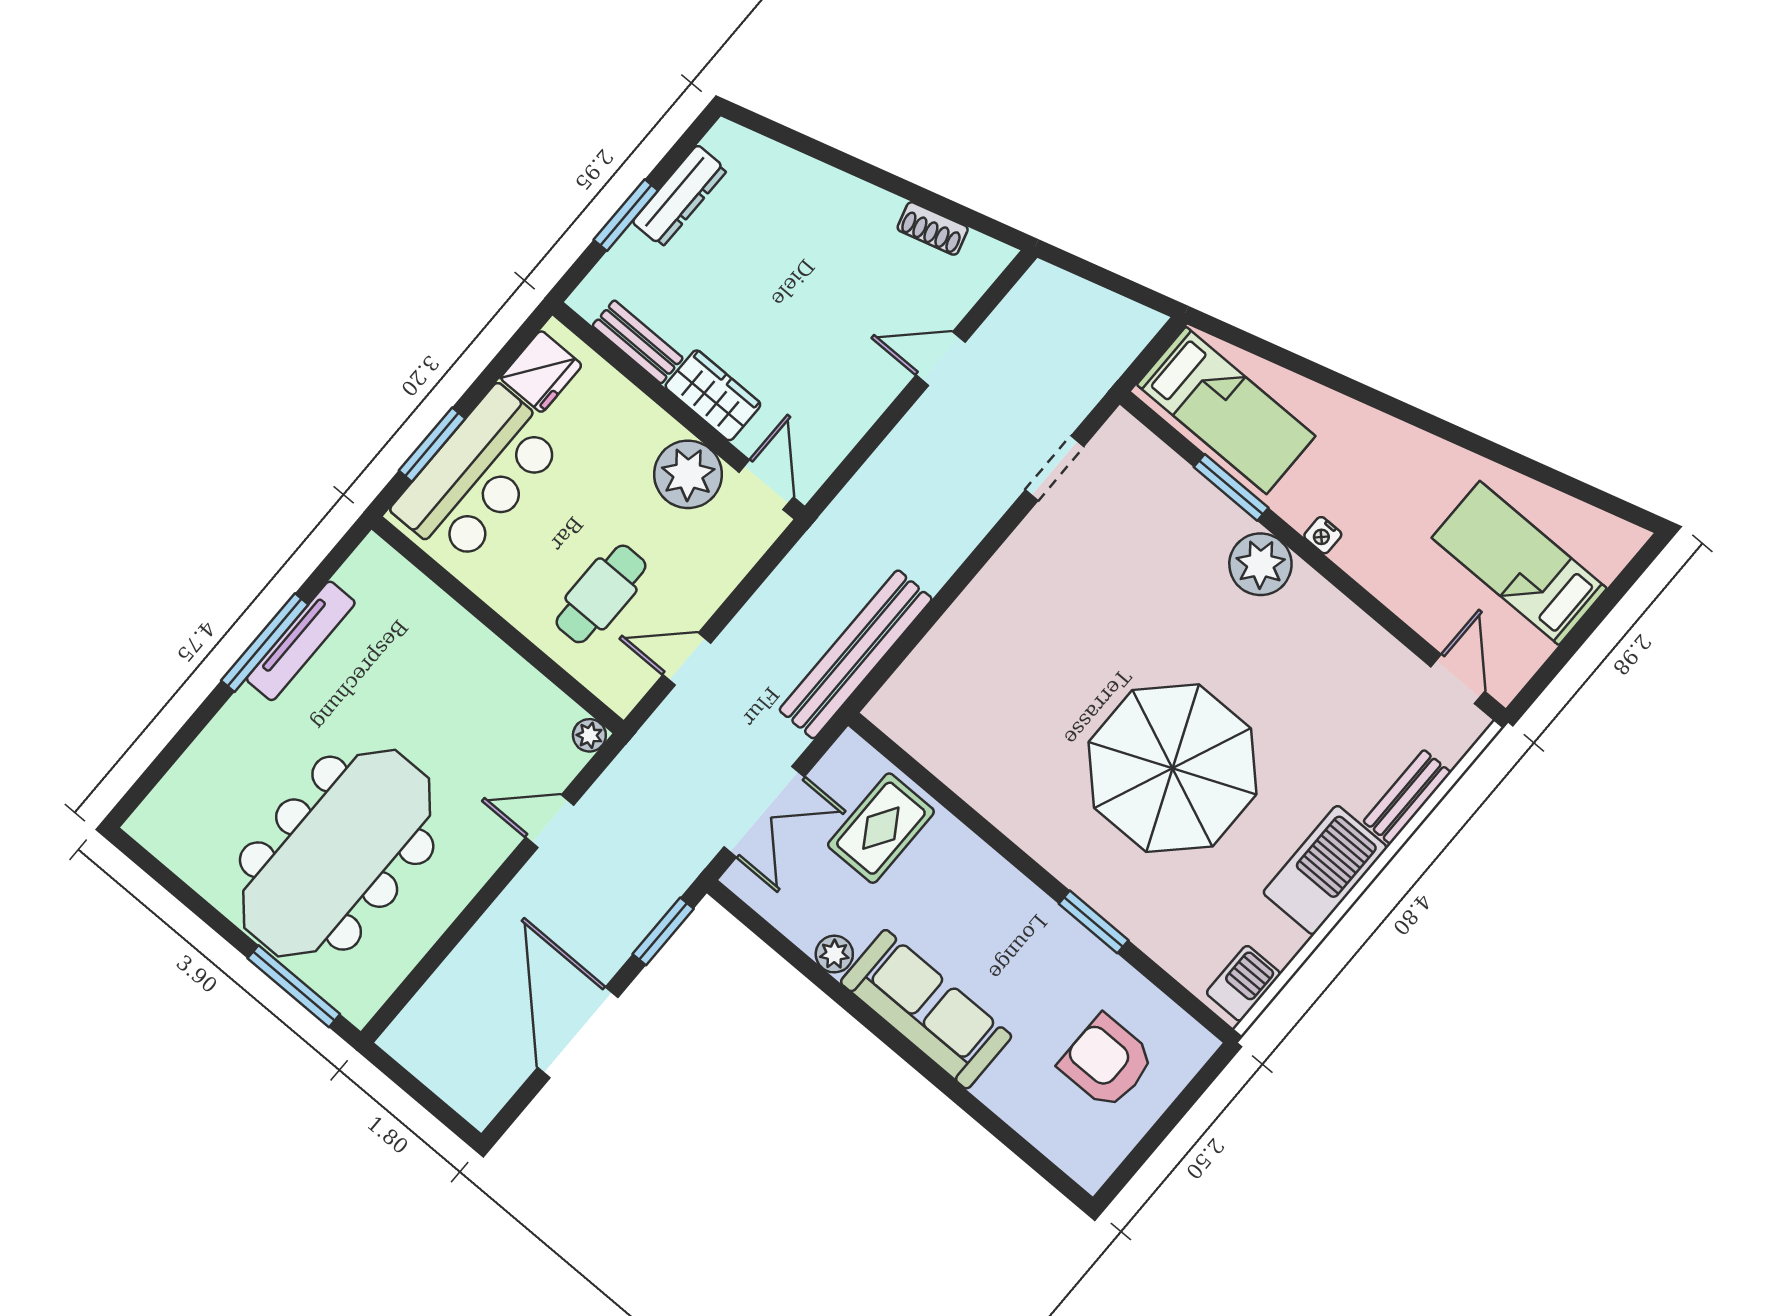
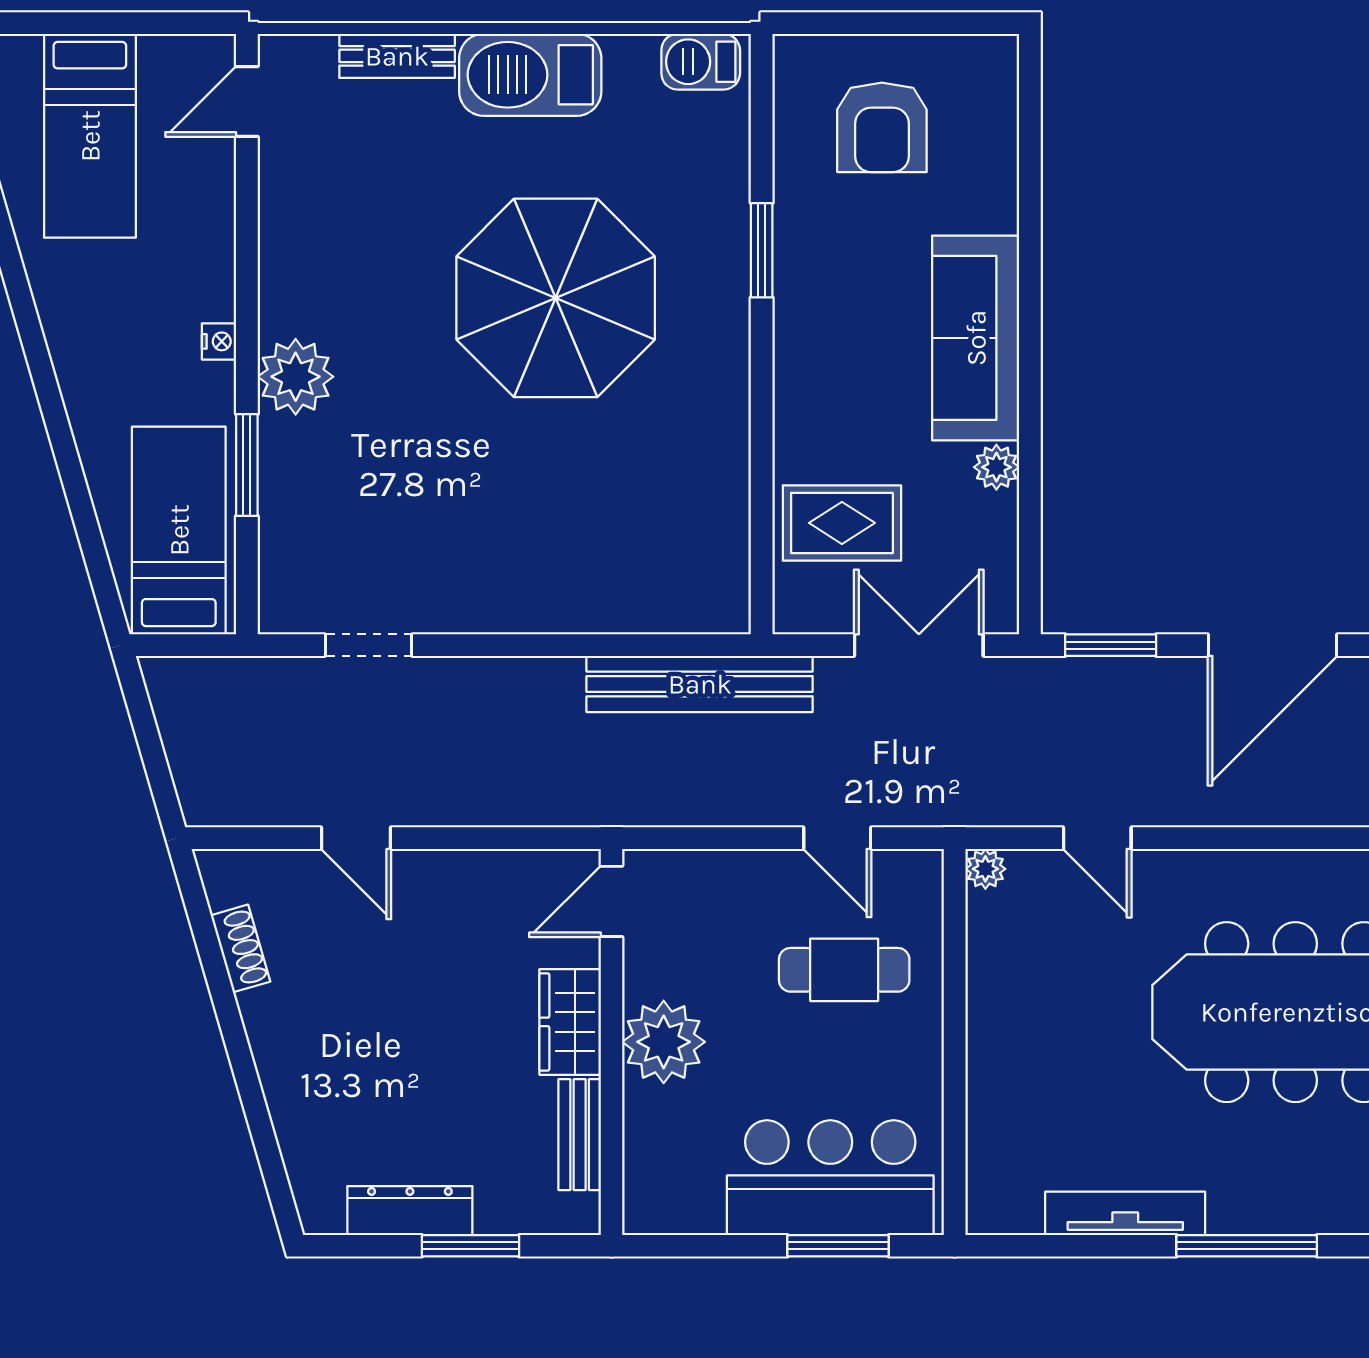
fridge: (541, 372) -> (684, 1201), removed
plant: (688, 474) -> (664, 1042), moved
window: (265, 643) -> (1247, 1246), moved

